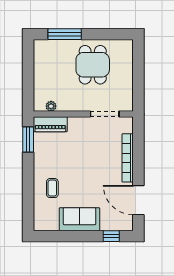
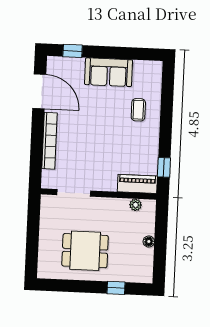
window: (65, 34) -> (116, 288), width x0.46
dining table: (93, 65) -> (85, 251), turned 90
floor lamp: (38, 75) -> (149, 241), added
window: (28, 139) -> (164, 167), width x0.67

